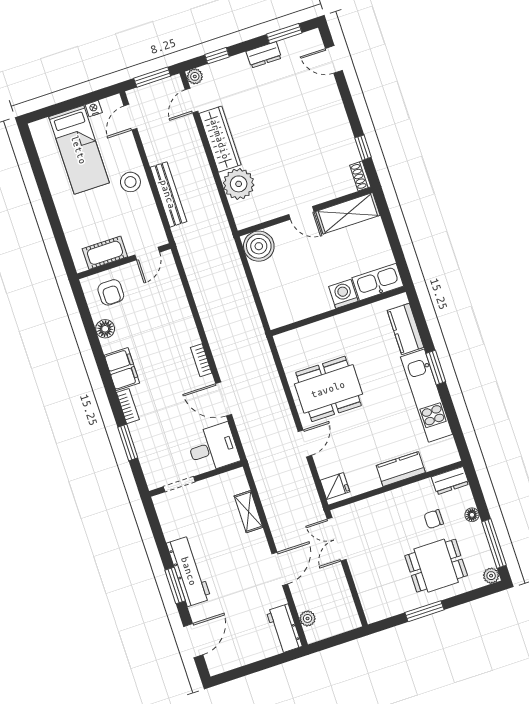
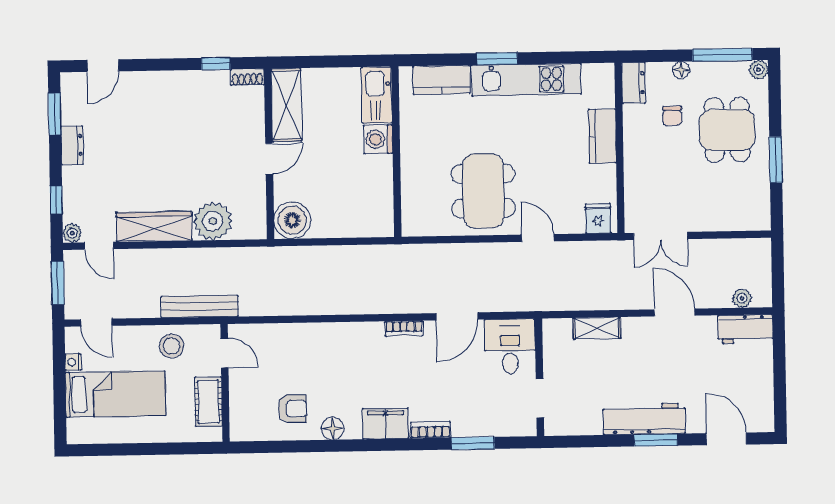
cot: (105, 253) -> (208, 402), moved
door: (147, 254) -> (225, 353), moved
wall: (124, 261) -> (225, 383), moved

